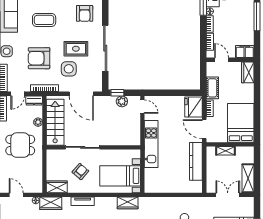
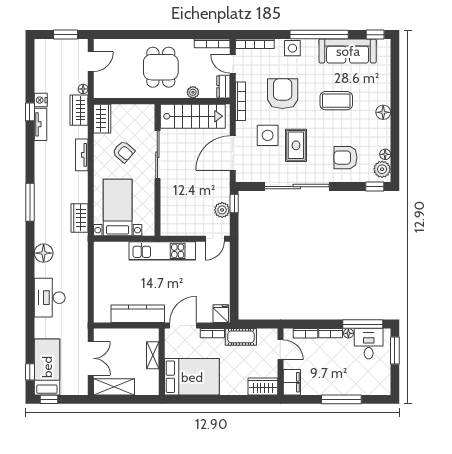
coffee table: (44, 20) -> (336, 101), turned 90
door: (222, 60) -> (280, 350), hinge flipped
fridge: (194, 107) -> (221, 314), width x0.53, depth x0.75

